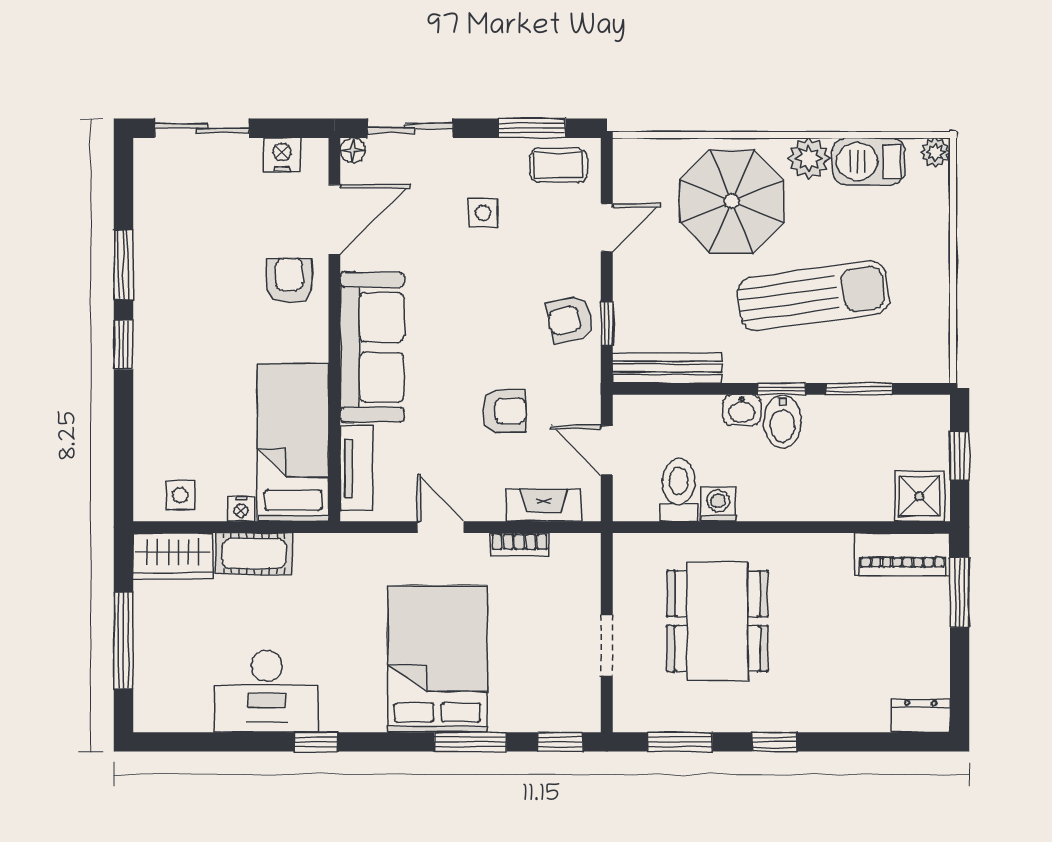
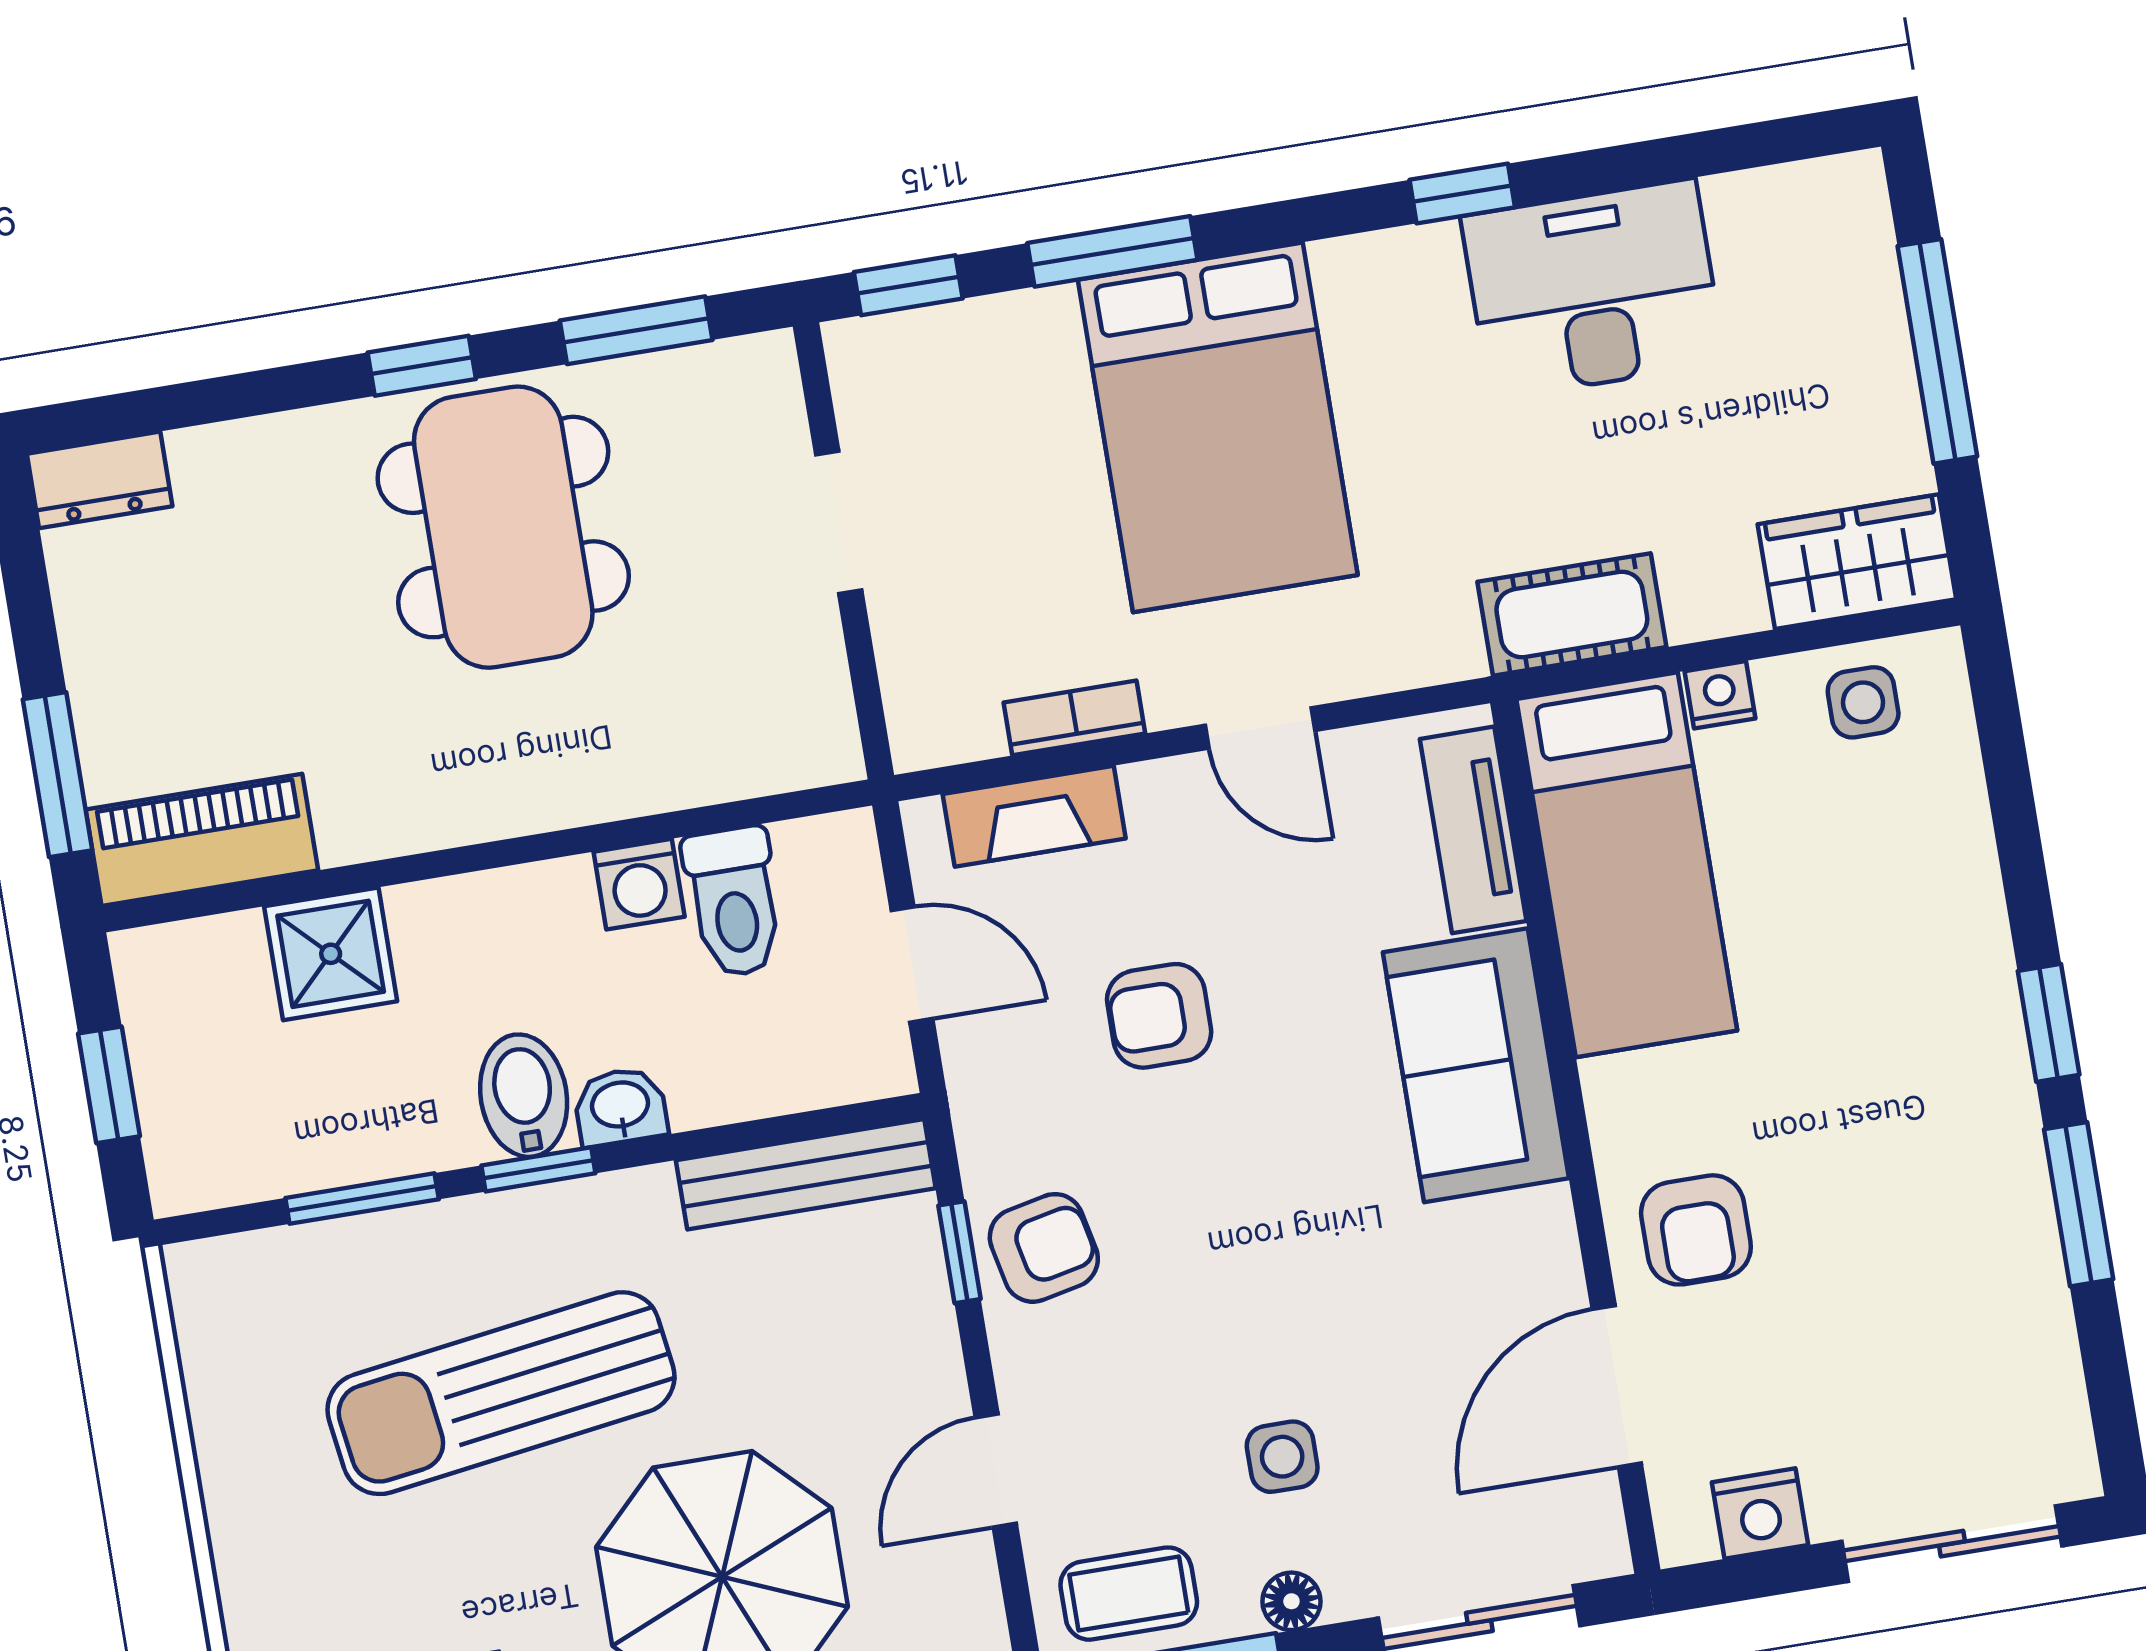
floor lamp: (353, 150) -> (1291, 1601), moved
sofa: (372, 347) -> (1476, 1065), width x0.73
shower: (919, 496) -> (331, 954), moved
cot: (254, 554) -> (1572, 614), moved
dining table: (717, 621) -> (503, 527), moved

